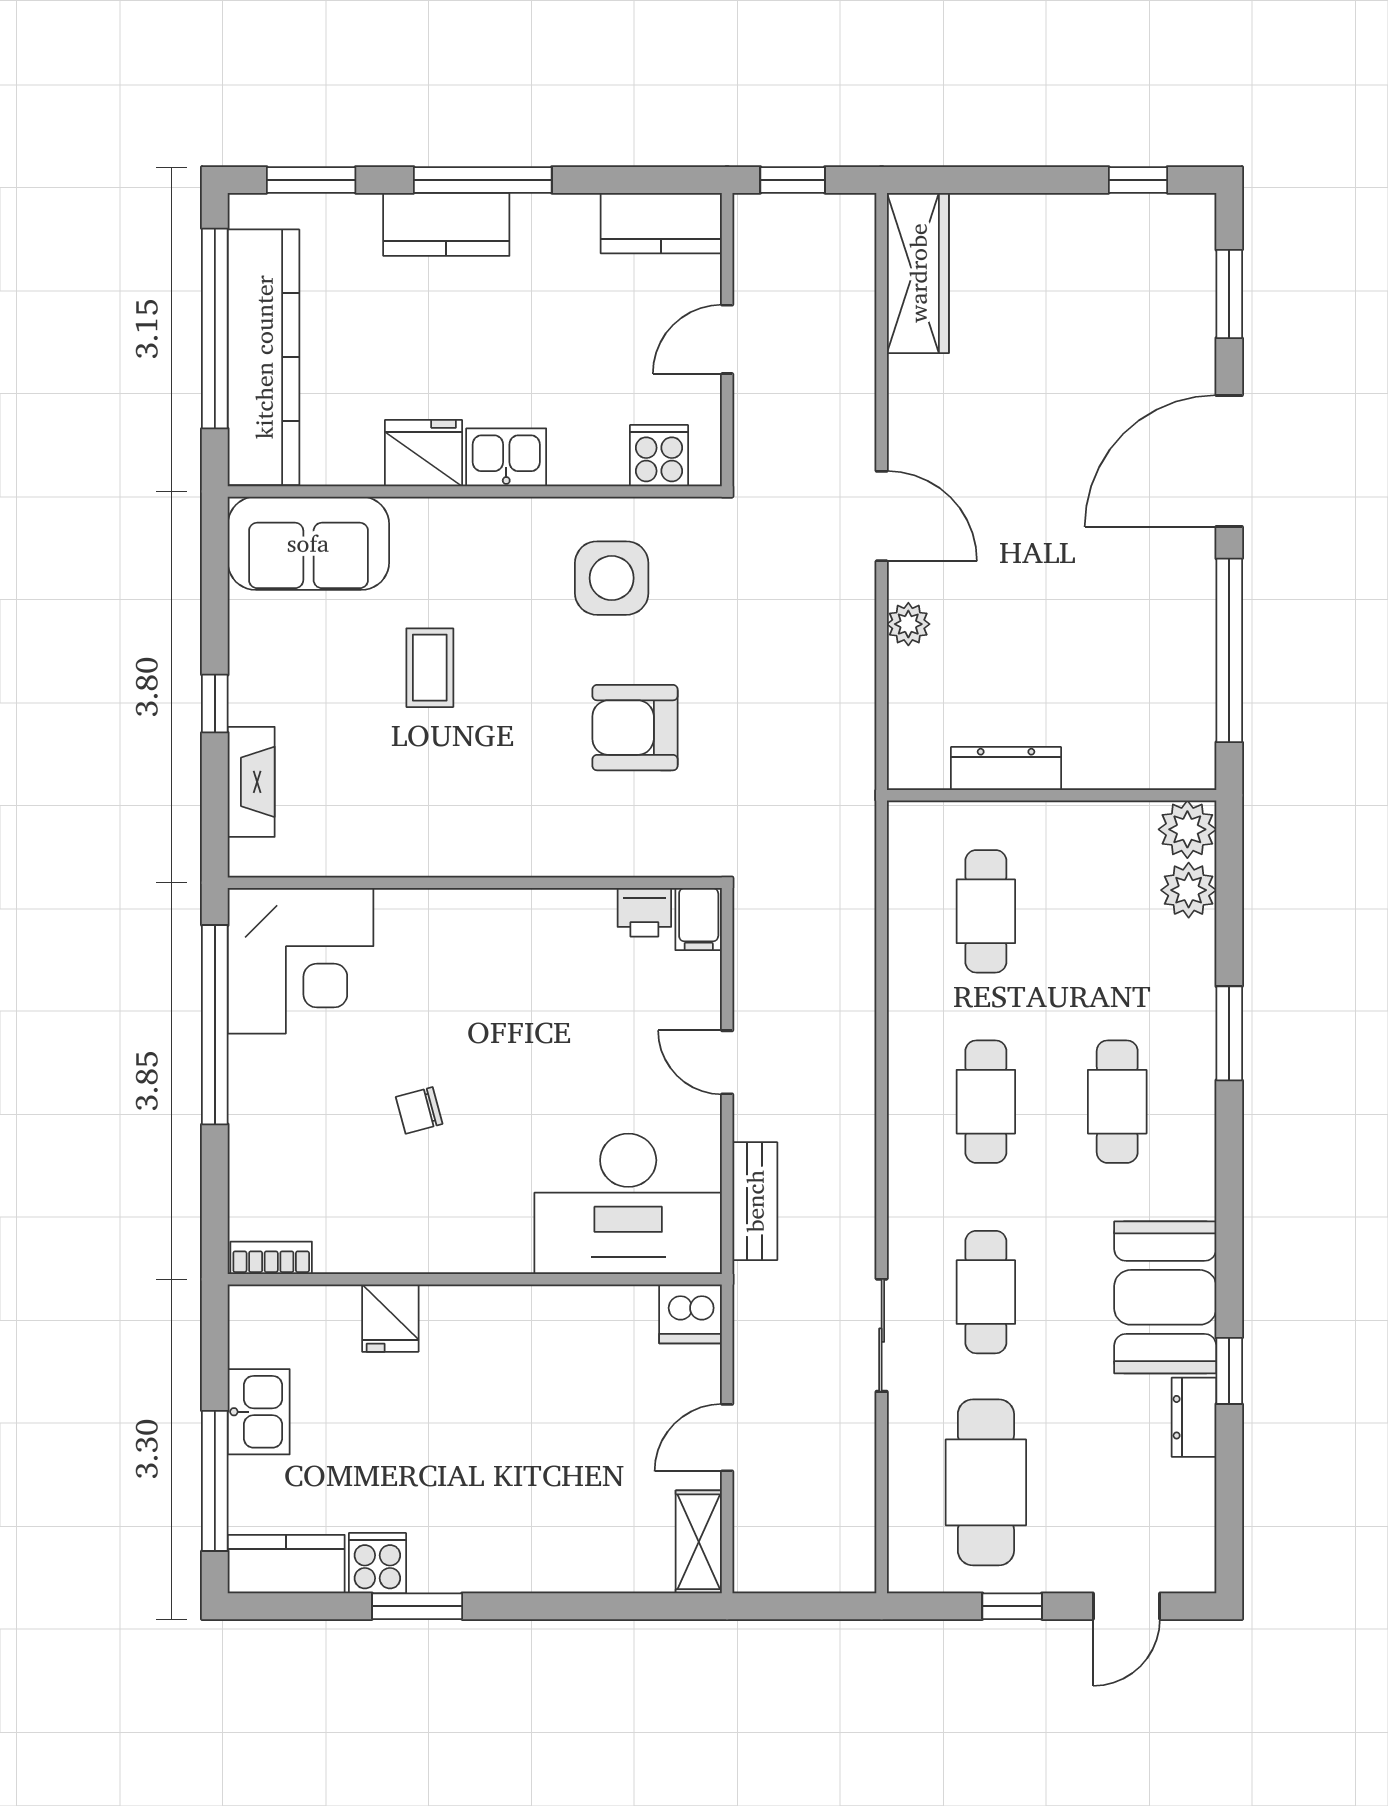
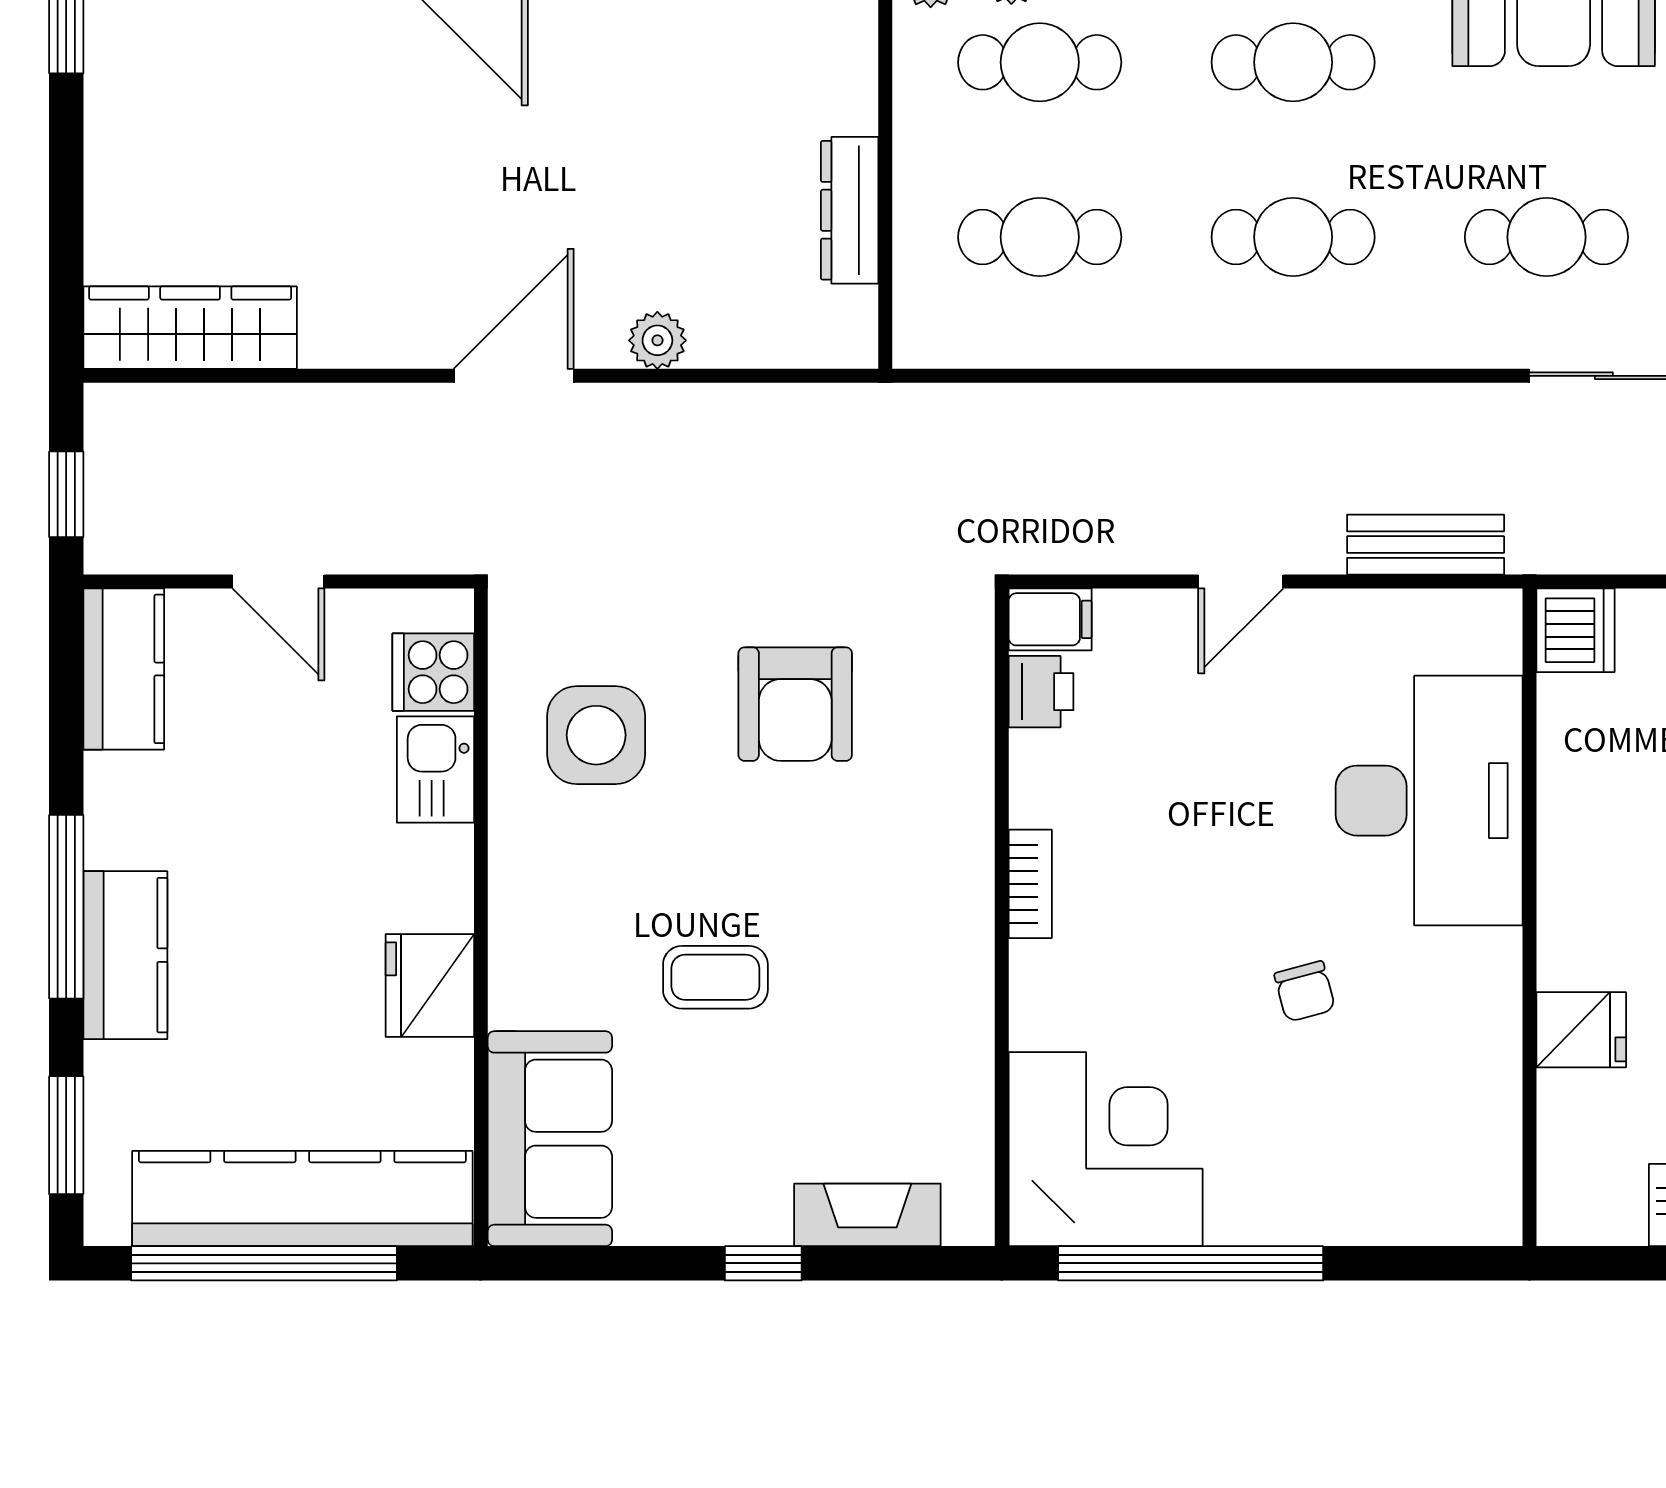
kitchen sink: (506, 457) -> (435, 770), moved
cafe table: (1117, 911) -> (1040, 62), added
desk: (628, 1204) -> (1429, 801), moved
bookcase: (271, 1258) -> (1030, 884), moved, turned 180

